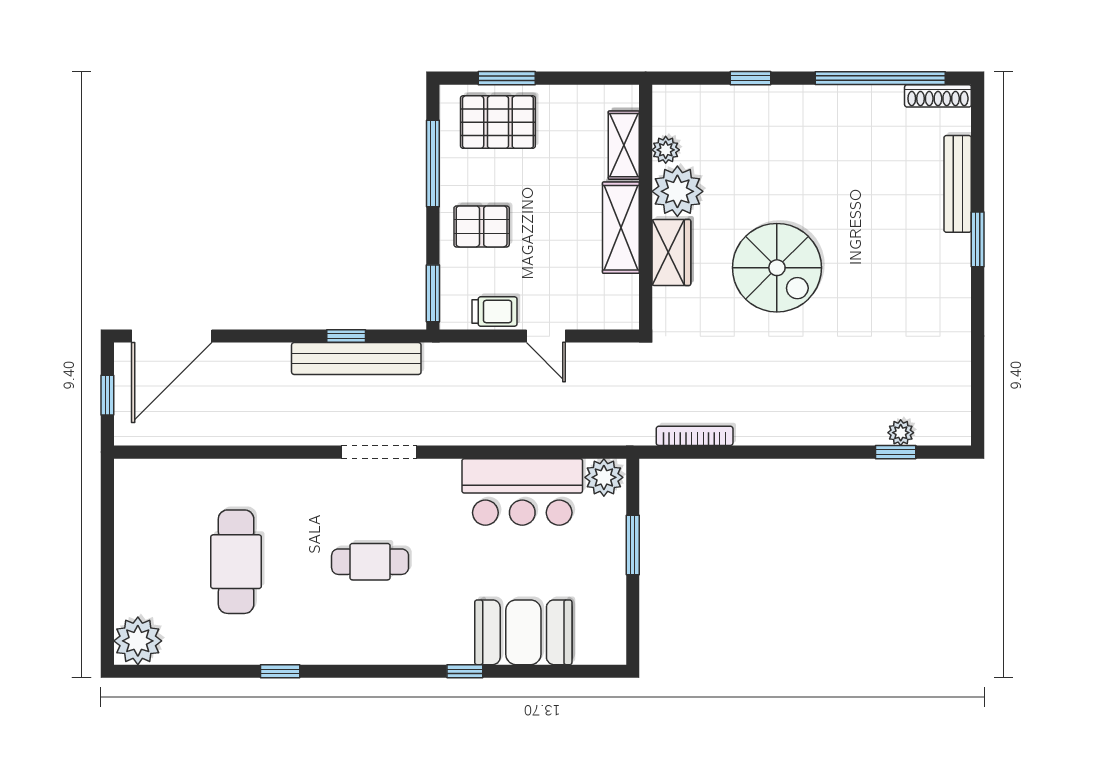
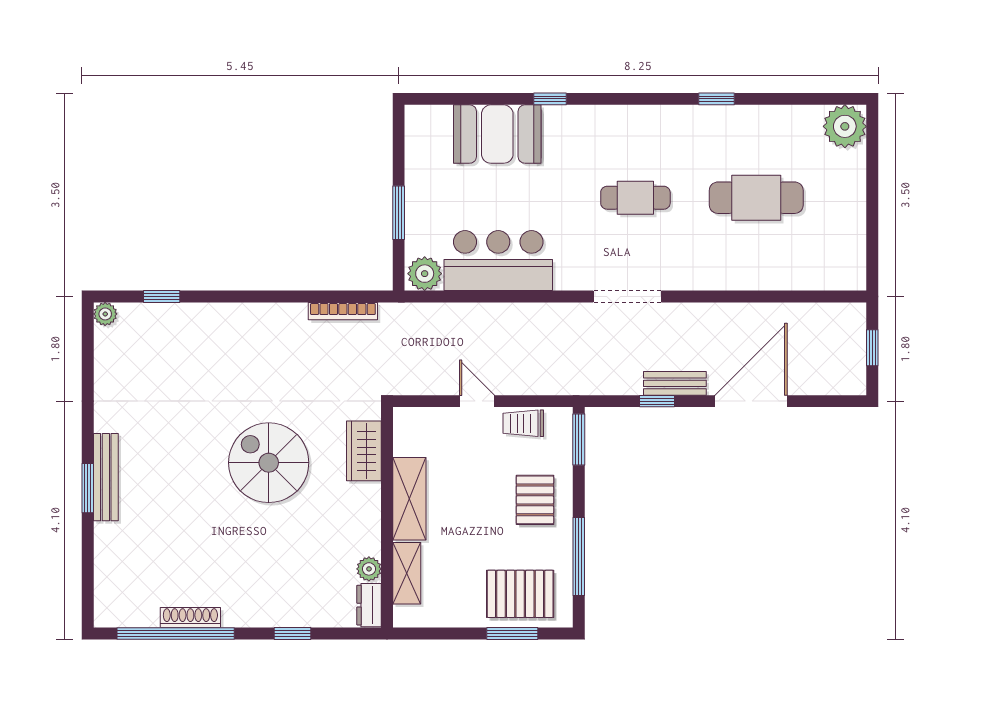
shoe rack: (938, 96) -> (190, 618), moved
dresser: (666, 110) -> (369, 605), added
bench: (958, 184) -> (106, 477), moved
plant: (677, 191) -> (358, 531), removed
pallet: (482, 226) -> (535, 500), turned 90
wardrobe: (671, 252) -> (364, 451), moved
door: (172, 336) -> (751, 401), moved
bench: (356, 359) -> (675, 383), width x0.54, depth x0.82
plant: (901, 433) -> (105, 314), moved
cafe table: (236, 562) -> (756, 198), turned 90

